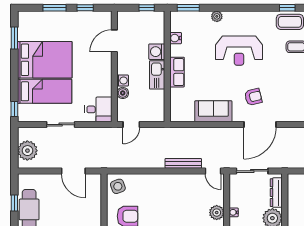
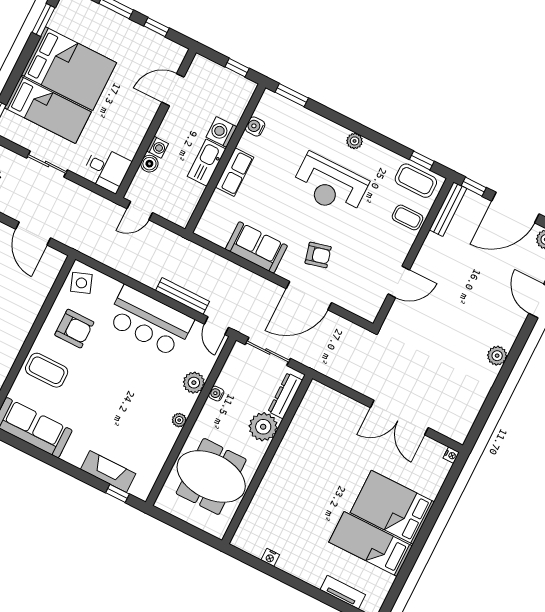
plant: (217, 16) -> (355, 141), moved
bar counter: (171, 189) -> (150, 321), added

